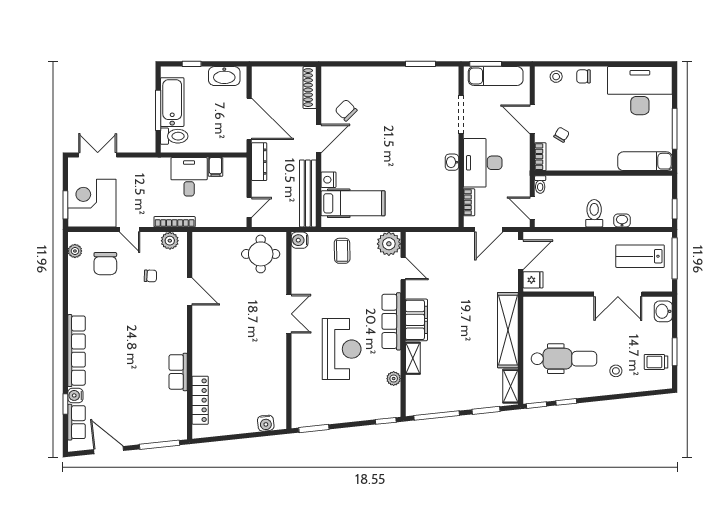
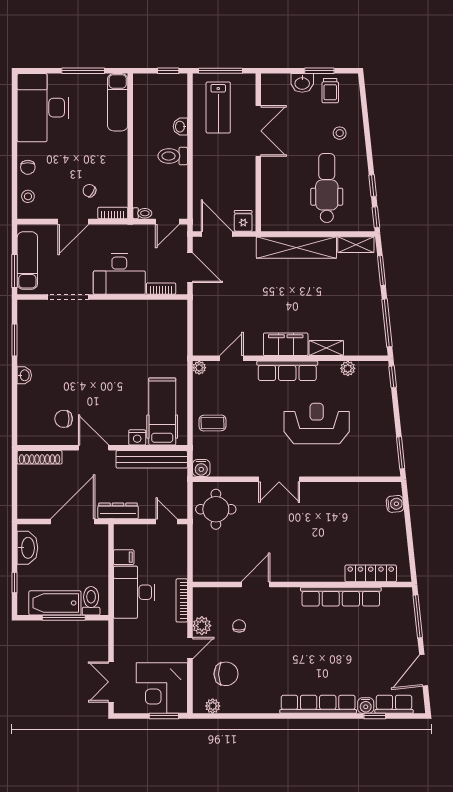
chair: (346, 110) -> (64, 419), turned 45
washbasin: (452, 162) -> (24, 375), moved, turned -90
desk: (189, 177) -> (134, 592), width x1.37
plant: (170, 241) -> (202, 626), moved
plant: (389, 244) -> (199, 368), width x0.53, depth x0.53
washbasin: (663, 311) -> (302, 83), moved
double door: (289, 314) -> (279, 479), swing flipped
row of seats: (178, 372) -> (341, 597), width x2.02

